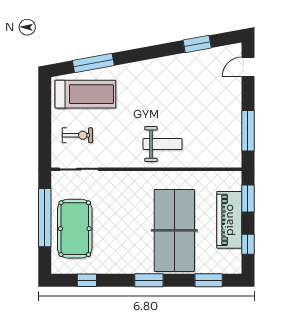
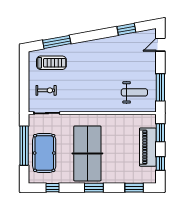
treadmill: (85, 94) -> (51, 63), width x0.73, depth x0.73
weight bench: (162, 144) -> (134, 92), moved
table tennis table: (174, 230) -> (87, 153), moved

